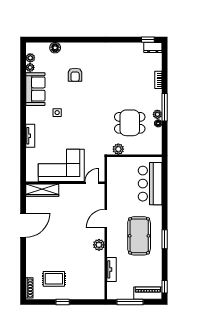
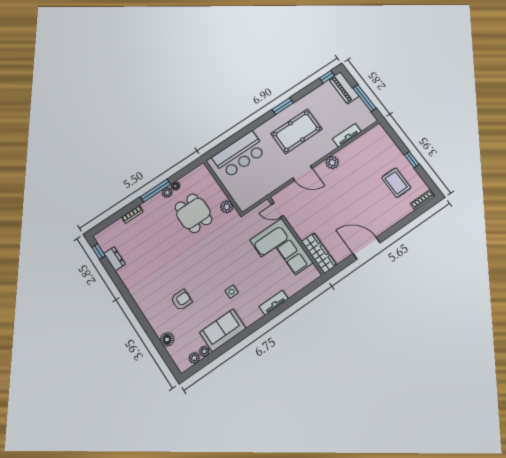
dresser: (153, 47) -> (114, 259), moved

